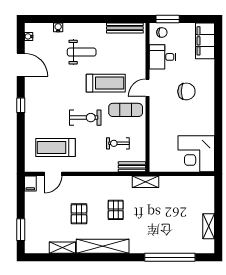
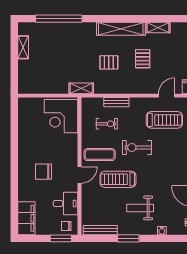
window: (94, 19) -> (128, 238), added
corner desk: (196, 154) -> (61, 116), moved, turned 180
bench: (132, 167) -> (116, 102), moved
pallet: (116, 210) -> (109, 62), turned 90

